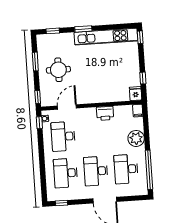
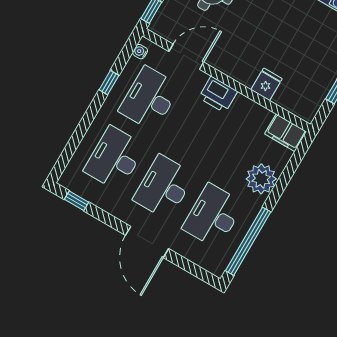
fridge: (136, 94) -> (267, 84), moved
filing cabinet: (138, 111) -> (286, 133), width x2.00
printer: (105, 113) -> (218, 95), moved
window: (39, 123) -> (109, 83), moved

